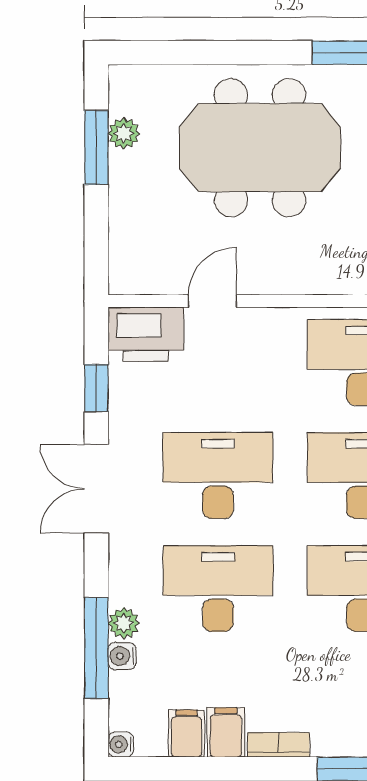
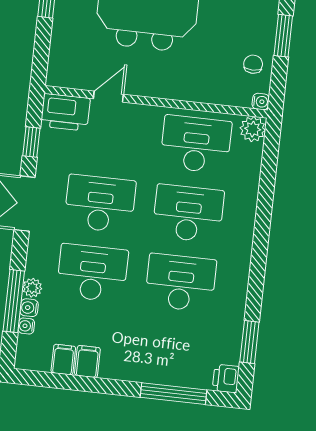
water cooler: (121, 744) -> (26, 326), moved
bookcase: (279, 745) -> (119, 373), removed

